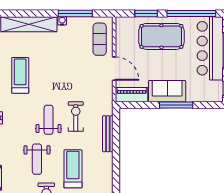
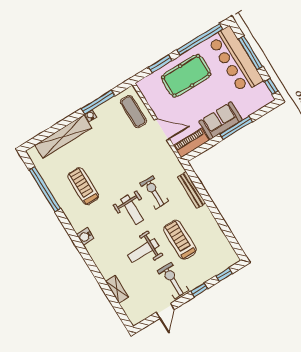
weight bench: (49, 120) -> (132, 210), turned 180
weight bench: (37, 159) -> (143, 251), turned 90

